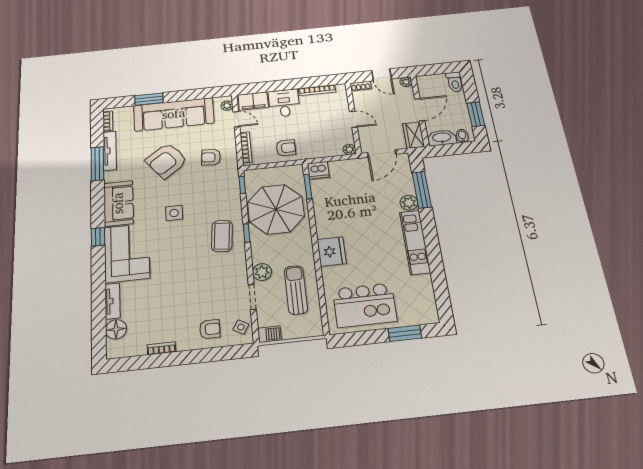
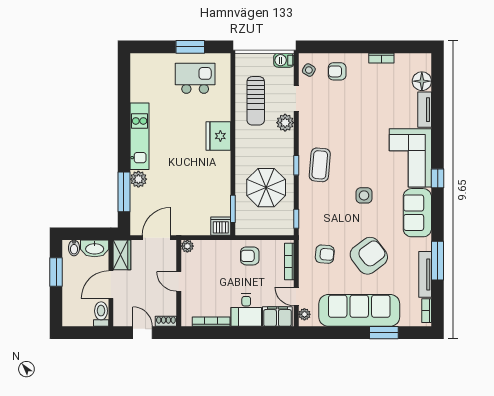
plant: (406, 82) -> (119, 320), removed
toilet: (455, 82) -> (101, 314), moved
parasol: (276, 209) -> (266, 188), width x0.73, depth x0.73
kitchen island: (365, 305) -> (195, 78), width x0.73, depth x0.78
window: (405, 333) -> (190, 47), moved

